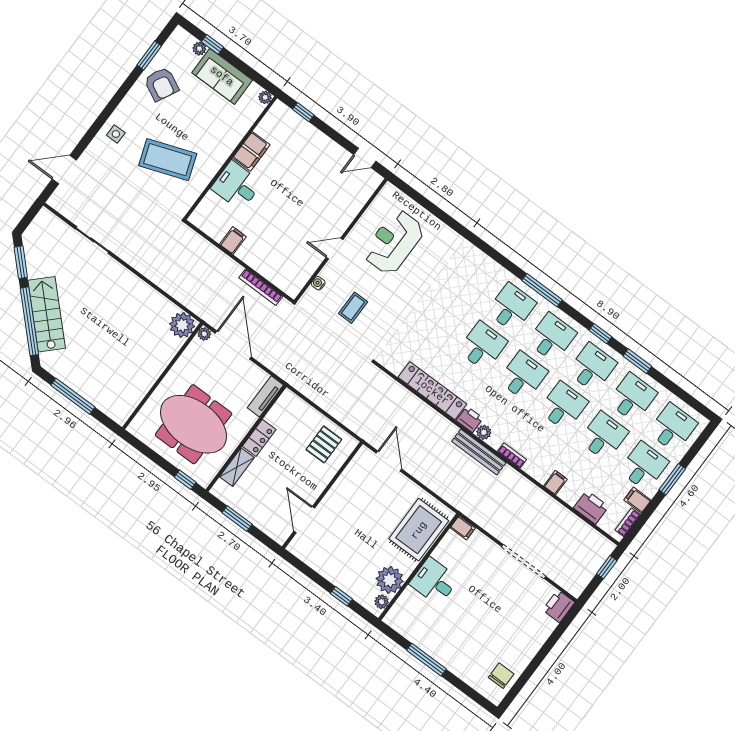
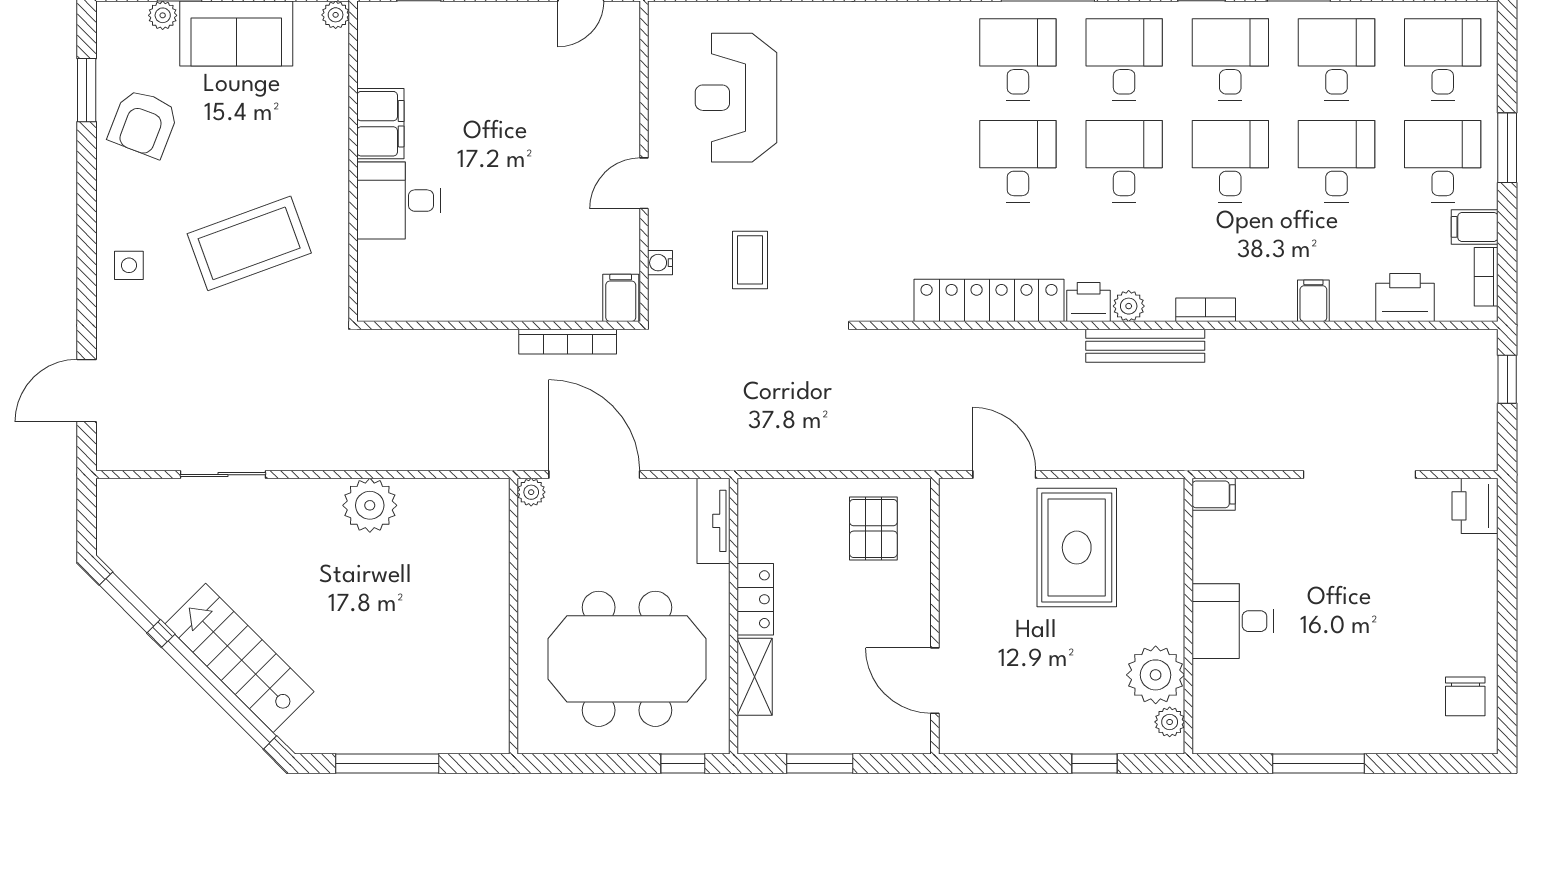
armchair: (161, 84) -> (143, 123), turned 84
filing cabinet: (233, 240) -> (621, 298), moved
plant: (182, 325) -> (370, 505), moved
rug: (419, 530) -> (1077, 548), moved
chair: (501, 676) -> (1465, 696), turned 180

